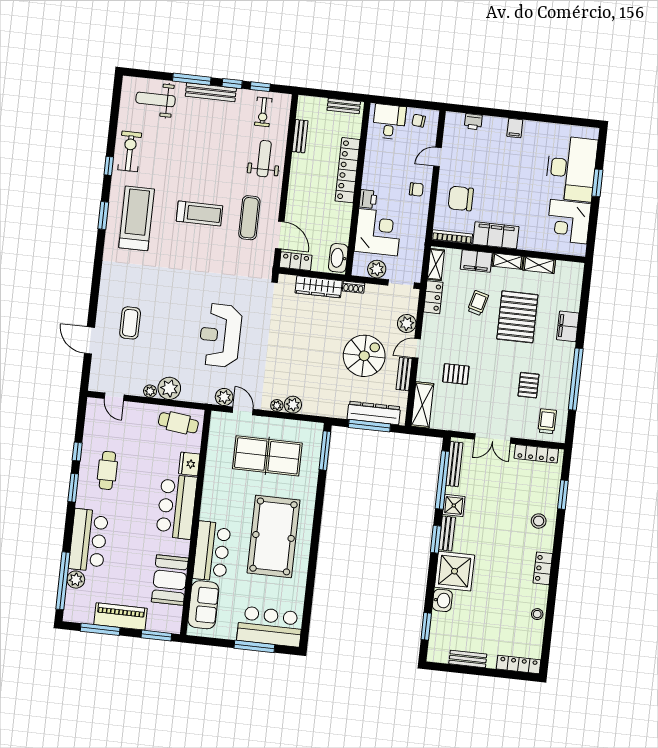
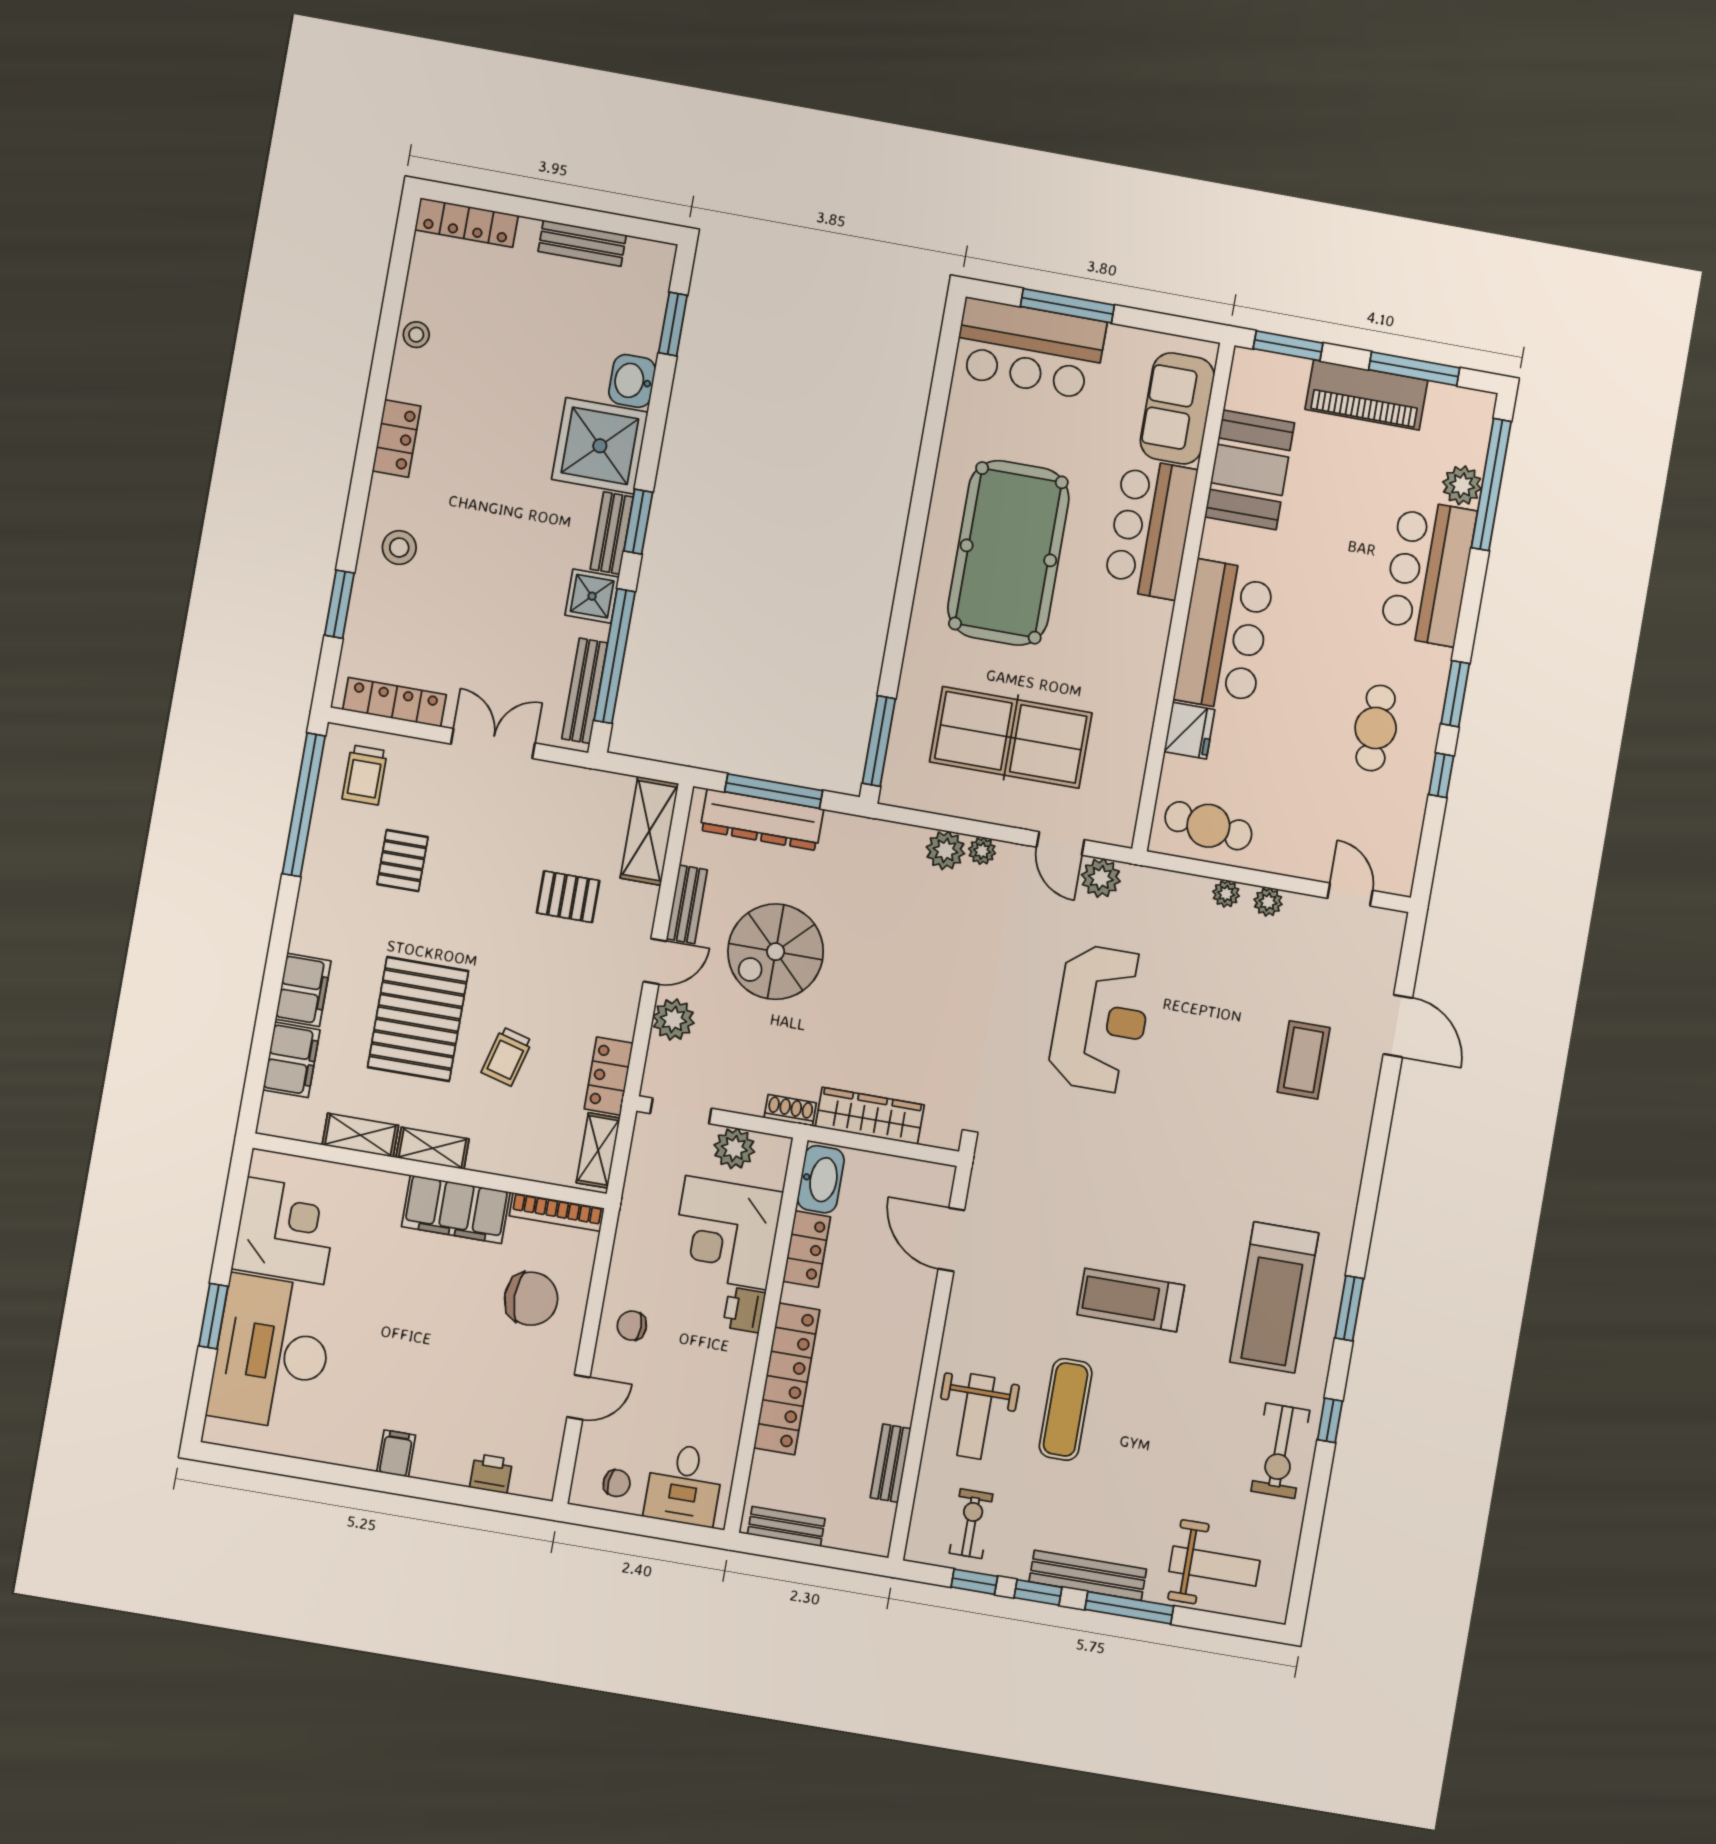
exercise mat: (249, 218) -> (1066, 1409), moved
locker: (296, 261) -> (807, 1249), moved, turned -90
filing cabinet: (476, 261) -> (291, 1060), moved, turned 90
window: (576, 379) -> (304, 805), moved
plant: (169, 388) -> (1226, 894), width x0.53, depth x0.53

